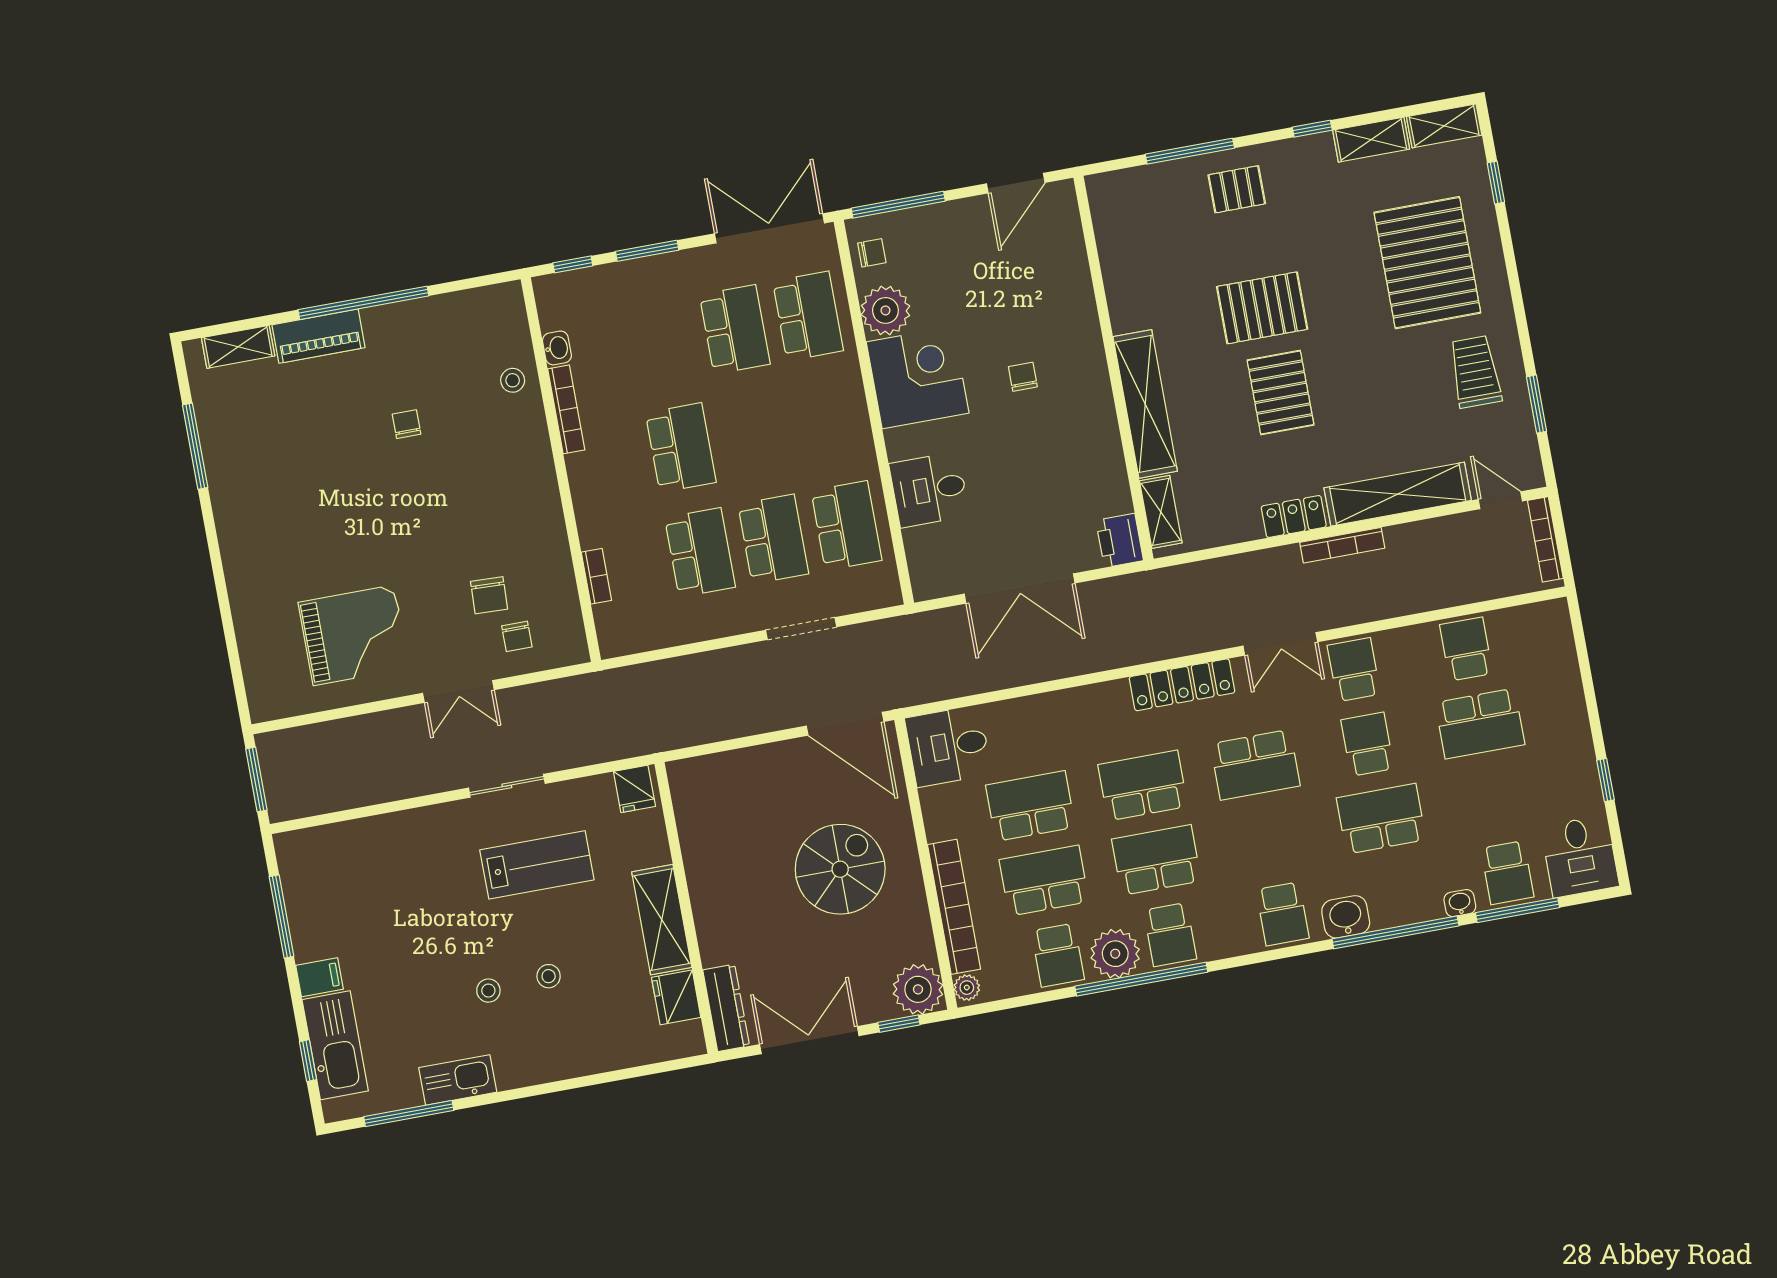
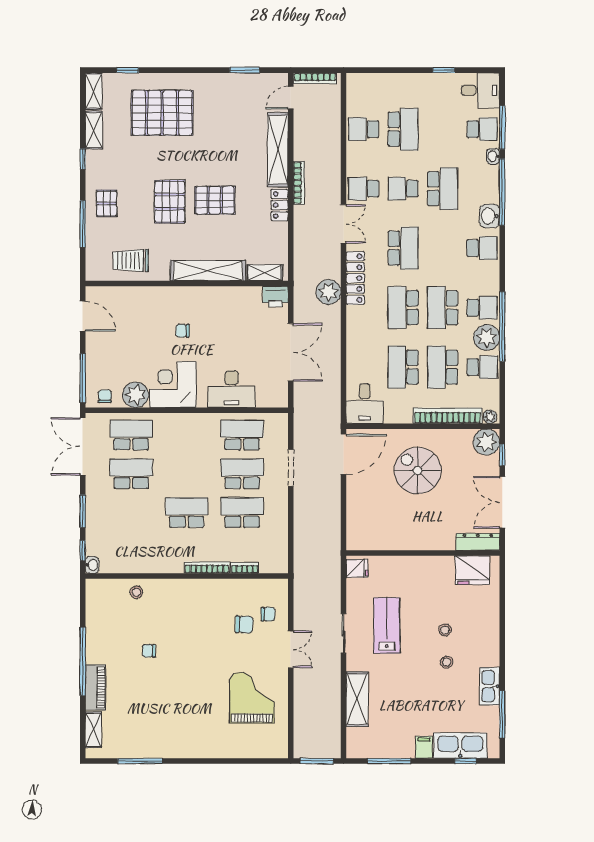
washbasin: (557, 348) -> (92, 565), moved, turned 90
trolley: (1475, 372) -> (131, 260), moved
bookcase: (566, 409) -> (207, 568), moved
desk: (929, 490) -> (232, 389), width x1.37
plant: (1147, 639) -> (329, 292), added
school desk: (1381, 819) -> (443, 189), turned 180
shelving: (662, 920) -> (357, 699), moved, turned 90
fridge: (676, 997) -> (472, 570), width x1.36, depth x1.34

